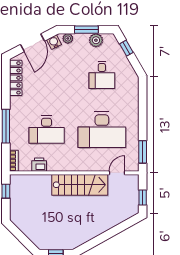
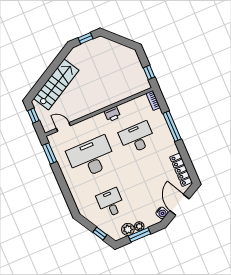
plant: (68, 38) -> (139, 226), moved
printer: (39, 165) -> (112, 114), moved
door: (117, 173) -> (63, 127), swing flipped
stairs: (80, 185) -> (56, 84), moved, turned 151

